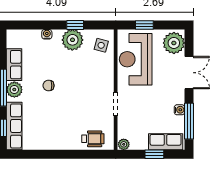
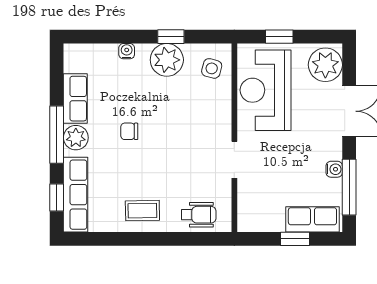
coffee table: (57, 136) -> (142, 211), added
plant: (124, 144) -> (247, 223), removed

